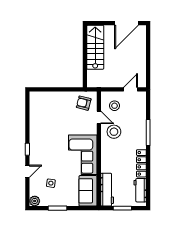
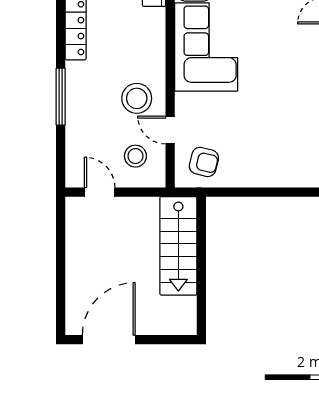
stairs: (95, 47) -> (178, 246), moved
door: (131, 89) -> (100, 192), swing flipped

